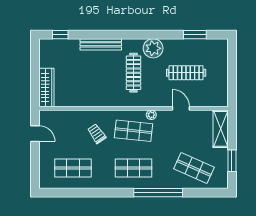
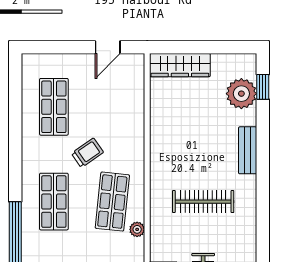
bench: (101, 44) -> (248, 150), width x0.73
plant: (153, 48) -> (241, 94), moved
trolley: (97, 134) -> (87, 153), moved

